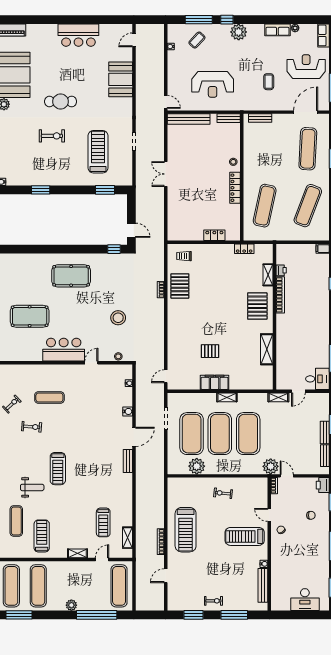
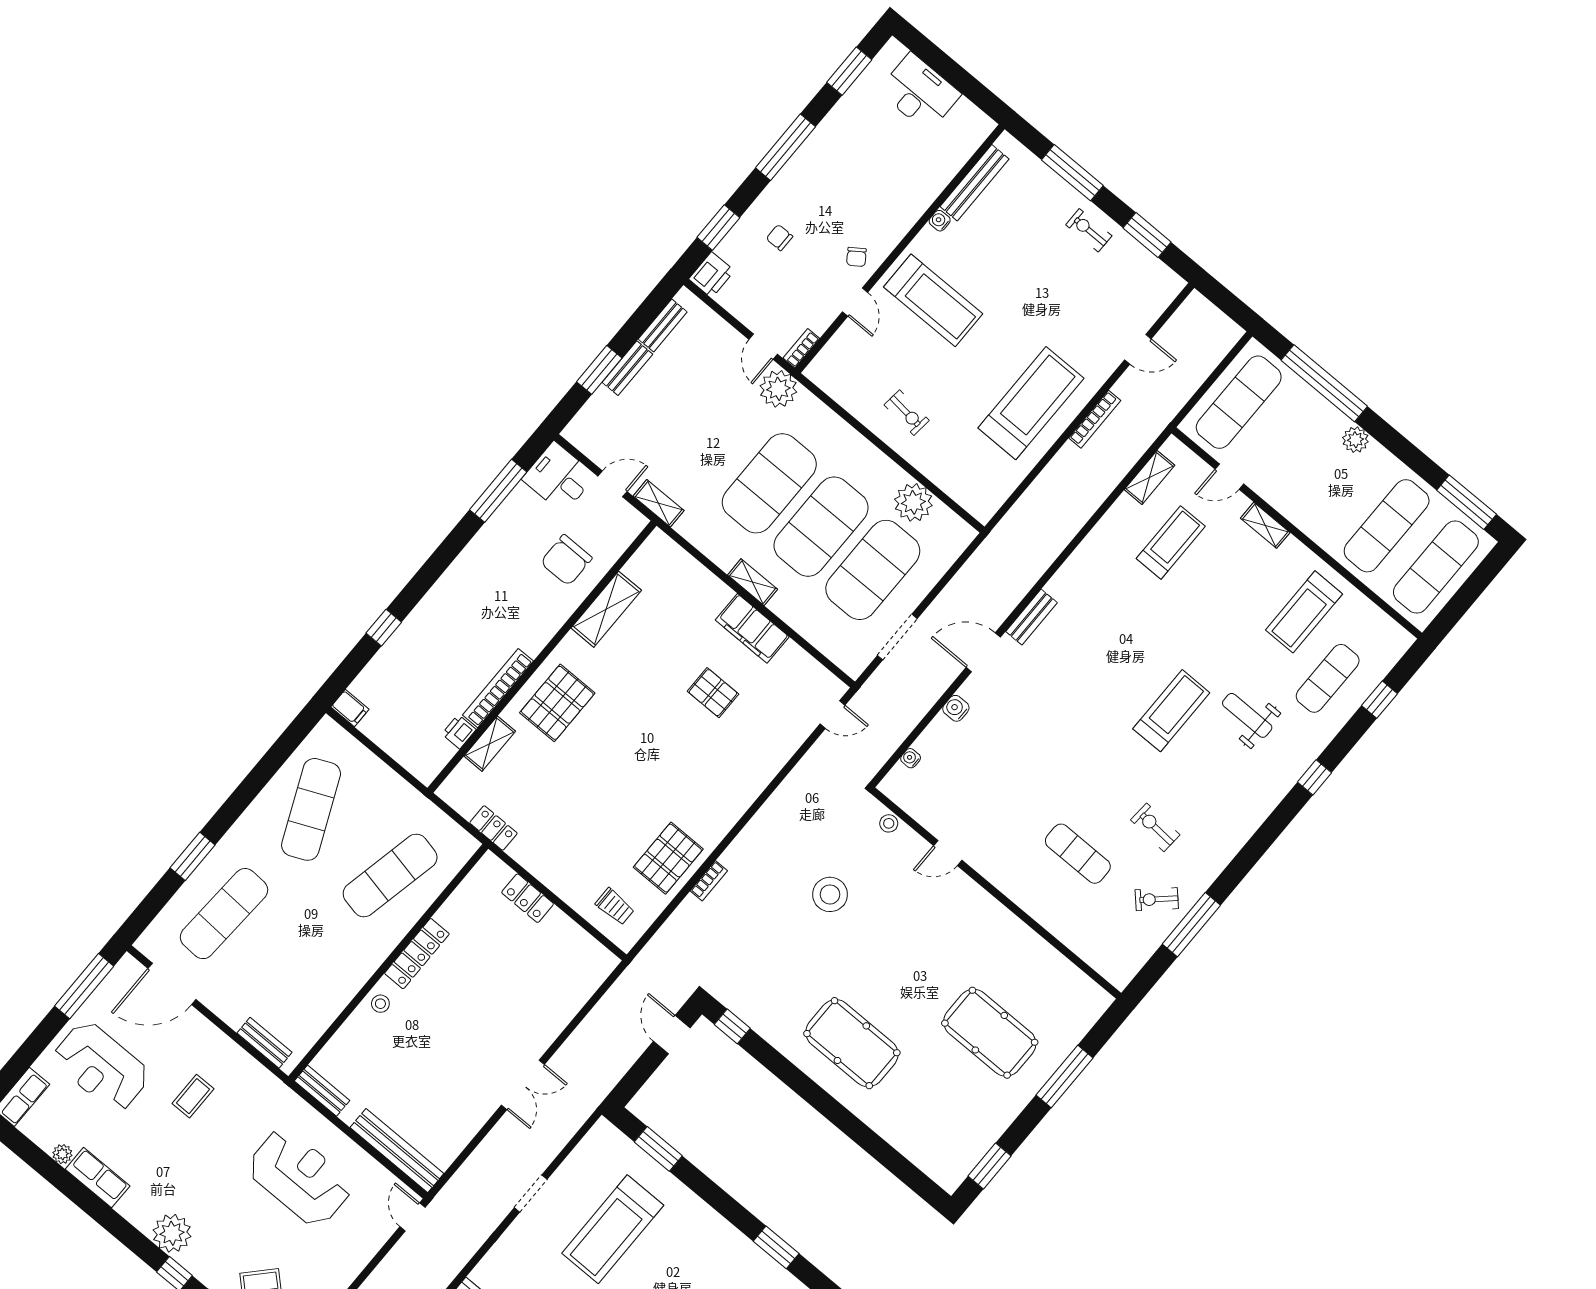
exercise mat: (308, 206) -> (311, 809), turned -45
bar counter: (64, 350) -> (979, 919), removed
chair: (293, 354) -> (566, 560), added

